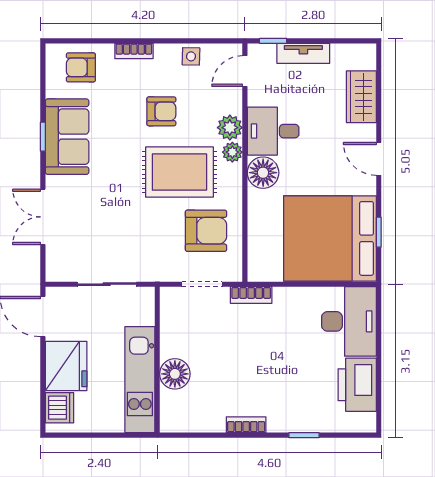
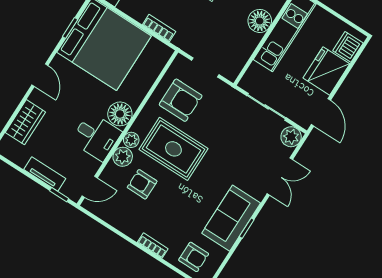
side table: (191, 56) -> (118, 219), removed
armchair: (161, 111) -> (142, 184), moved
armchair: (206, 231) -> (181, 100), turned 180
plant: (59, 269) -> (291, 137), added
bookcase: (251, 295) -> (159, 28), moved

